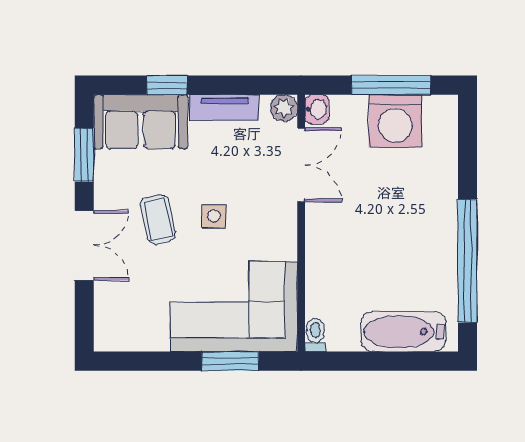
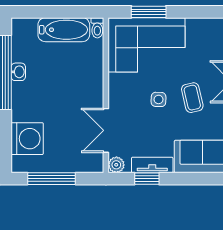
window: (167, 85) -> (147, 179), moved
washbasin: (317, 109) -> (18, 72), moved, turned 180
washing machine: (395, 121) -> (27, 139), moved, turned 90
bathtub: (403, 332) -> (64, 30), moved

